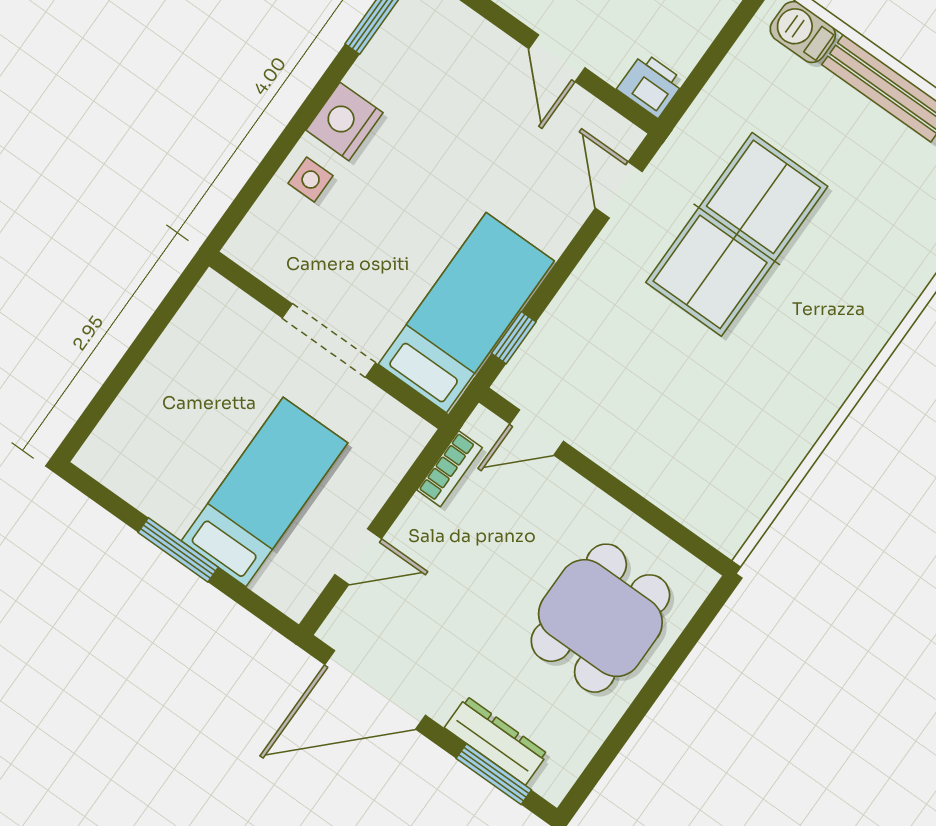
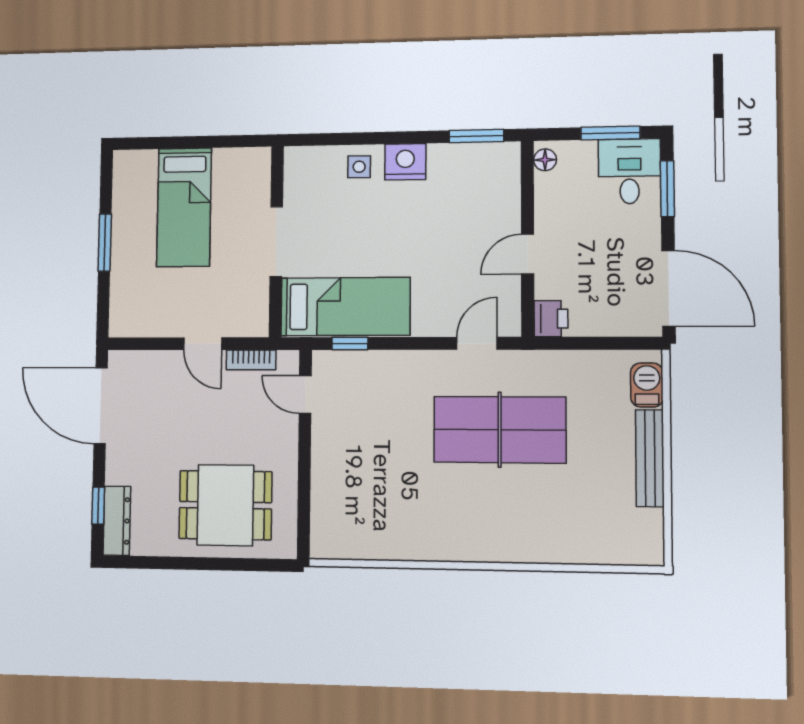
bed: (264, 492) -> (184, 207), moved, turned 90
door: (358, 557) -> (203, 344), moved
dresser: (496, 741) -> (117, 521), moved
window: (494, 774) -> (98, 506), width x0.67

